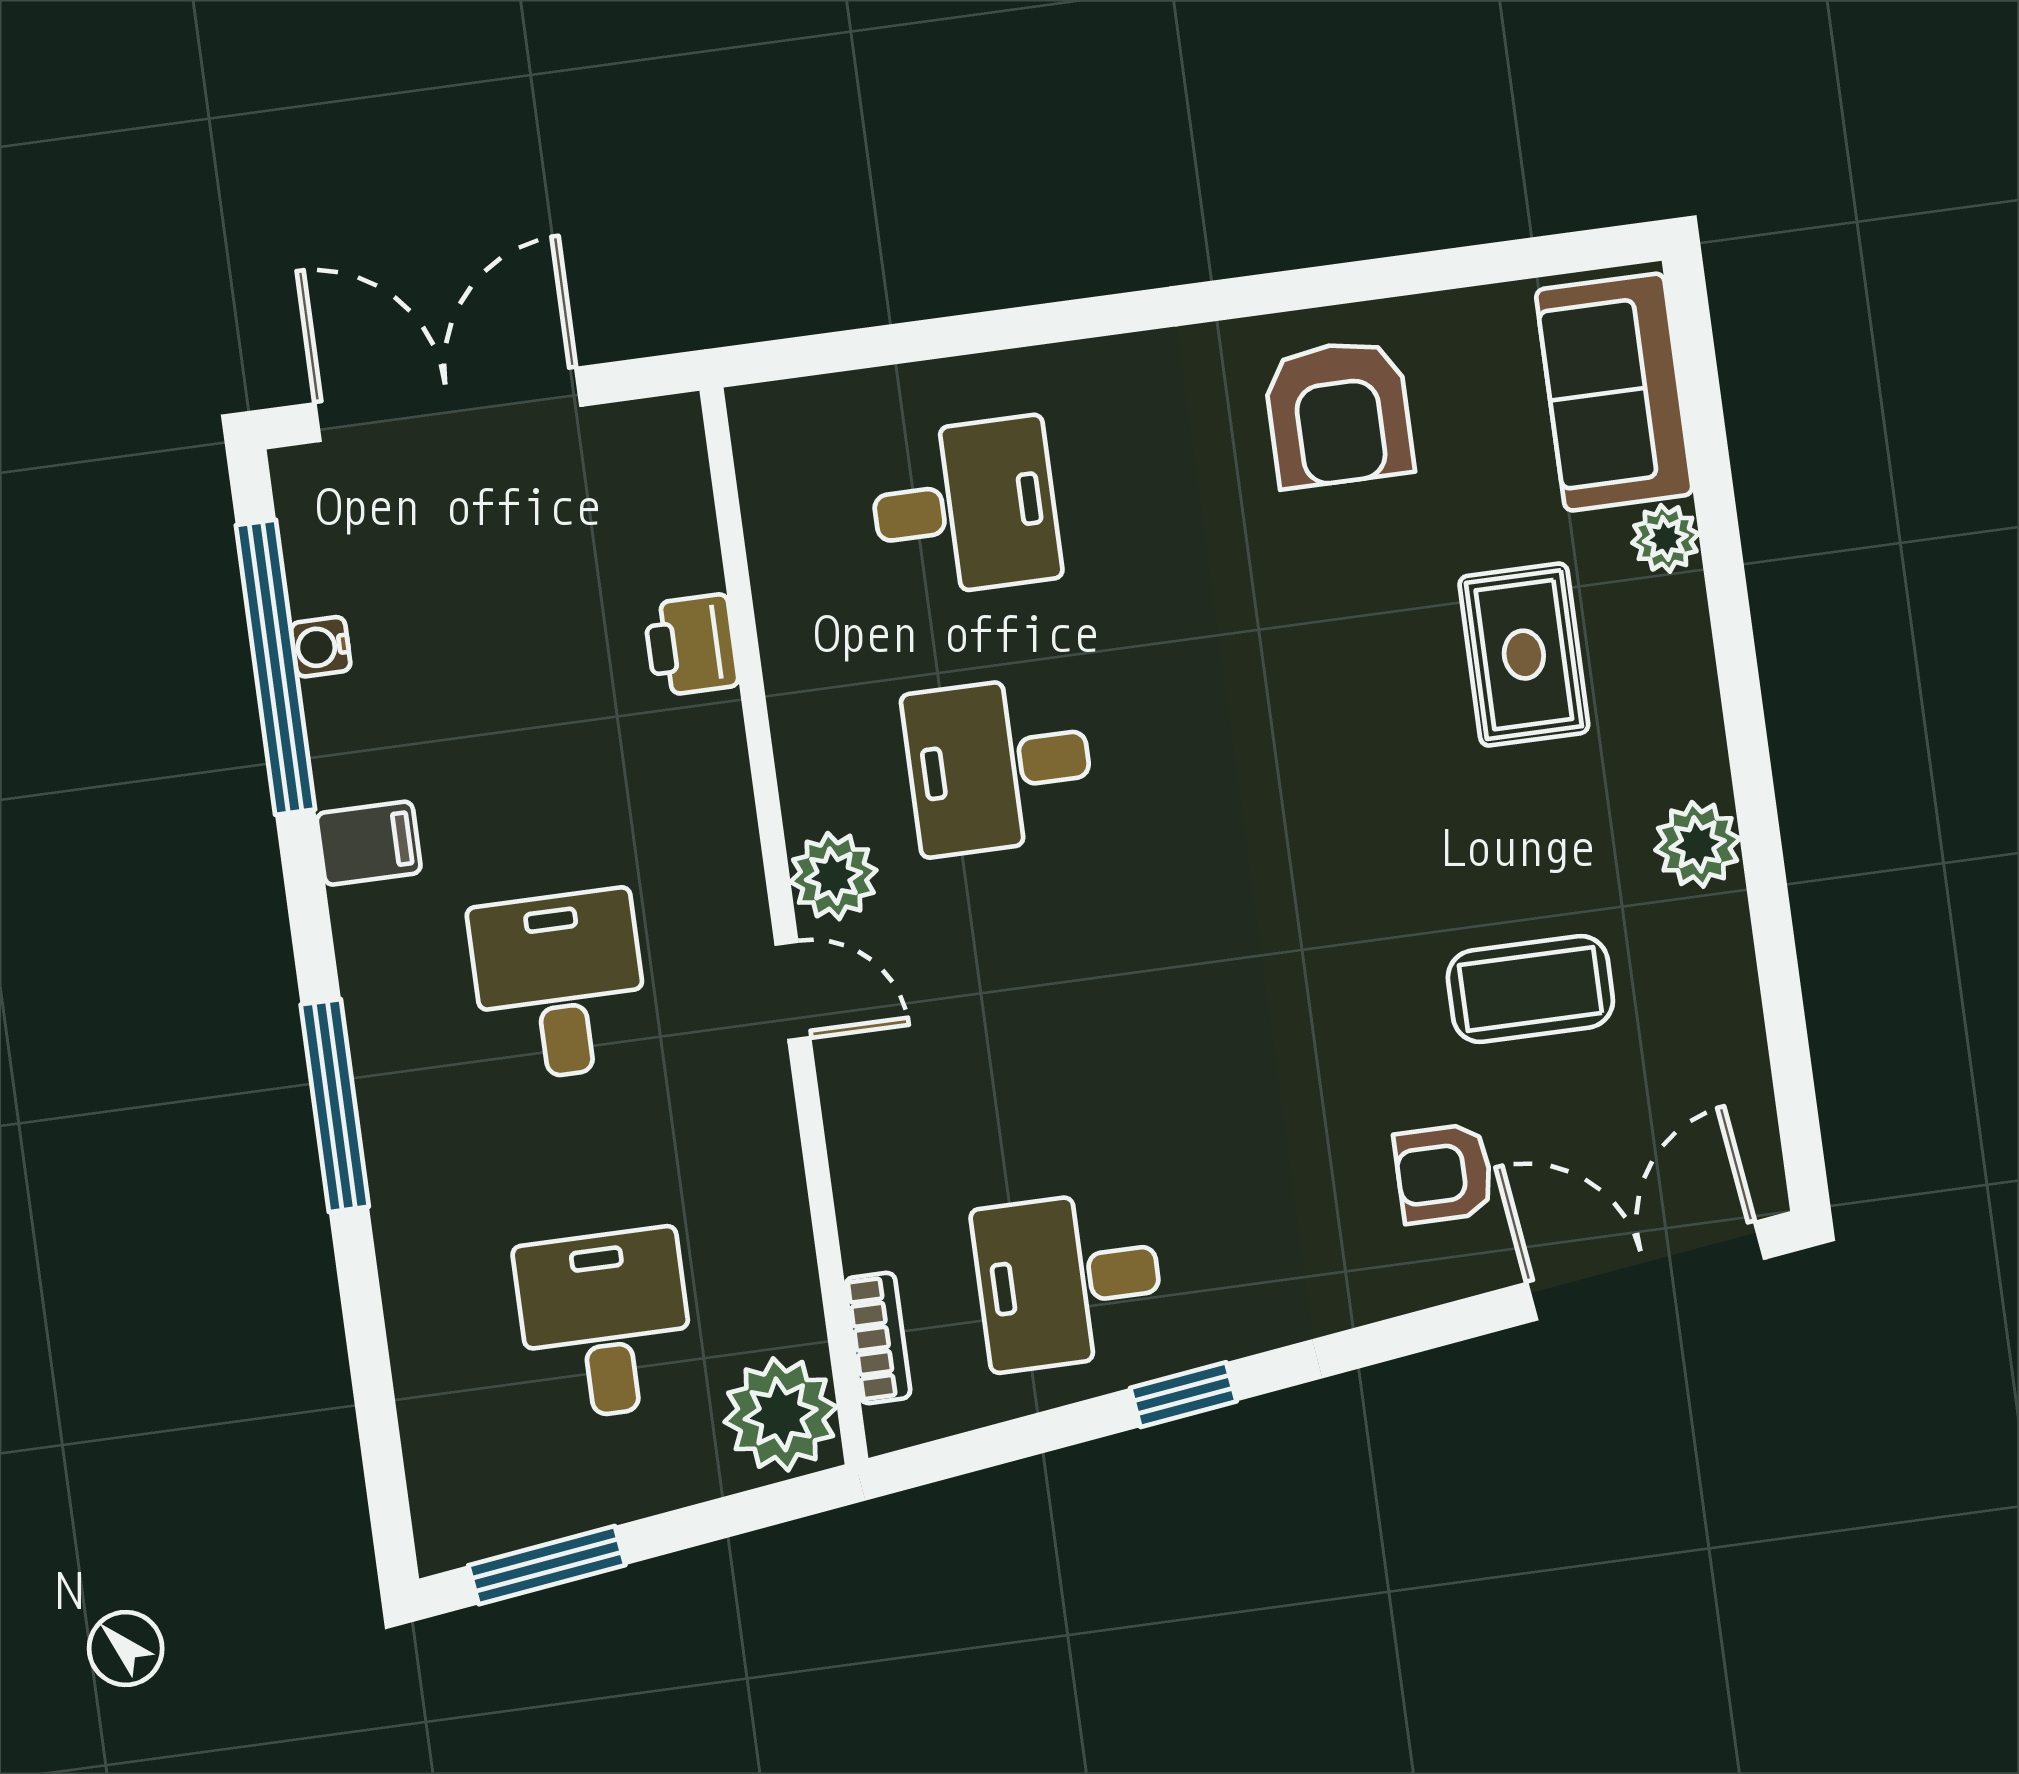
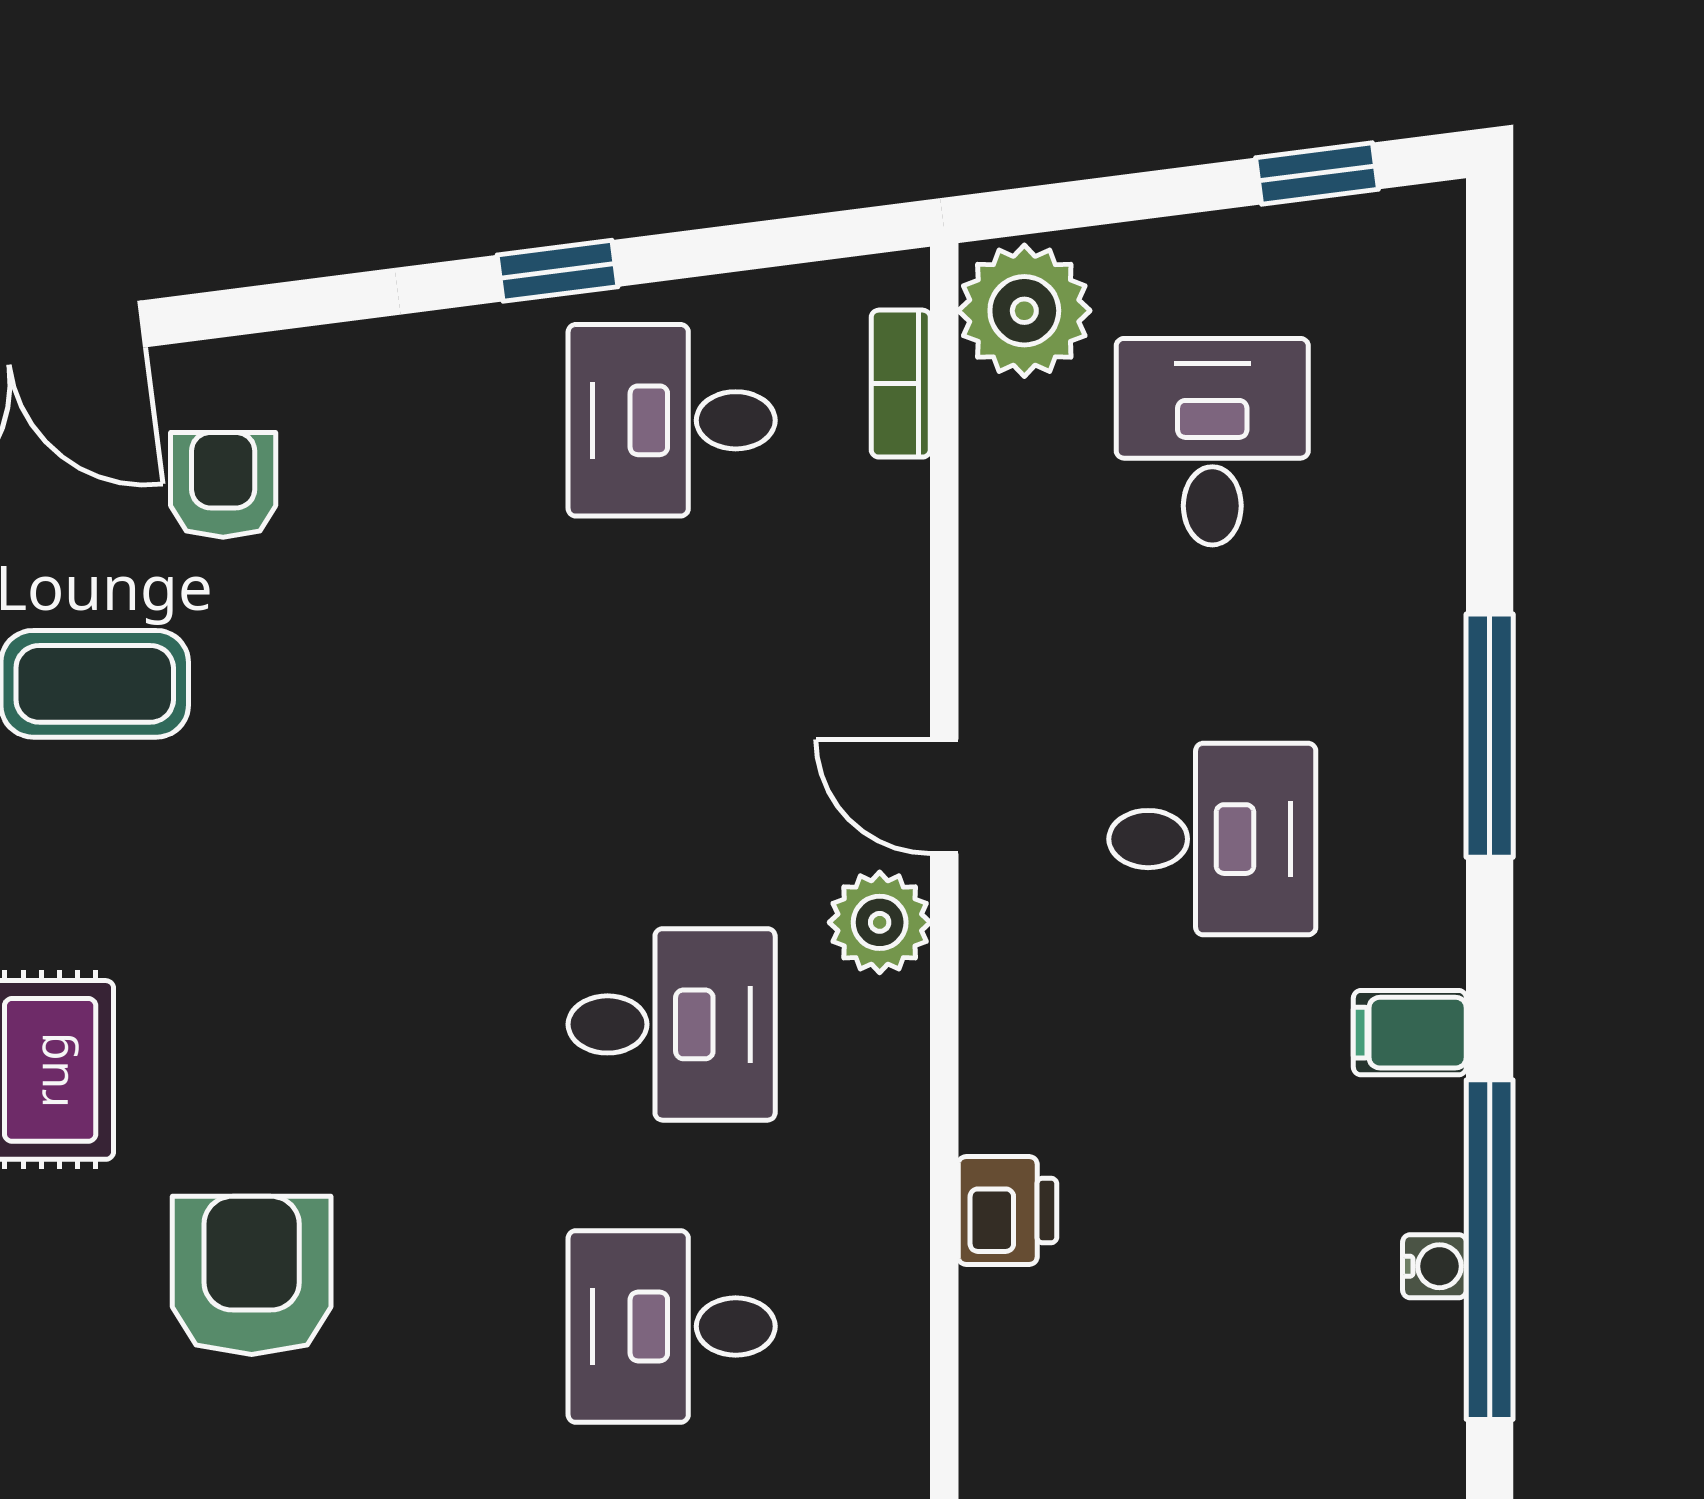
armchair: (1339, 413) -> (252, 1275), moved
desk: (559, 985) -> (1212, 839), turned -90
armchair: (1444, 1173) -> (223, 485), turned -90
desk: (1069, 1280) -> (672, 420), turned 180
desk: (605, 1324) -> (1212, 442), turned 180
window: (547, 1565) -> (1317, 173), width x0.67

